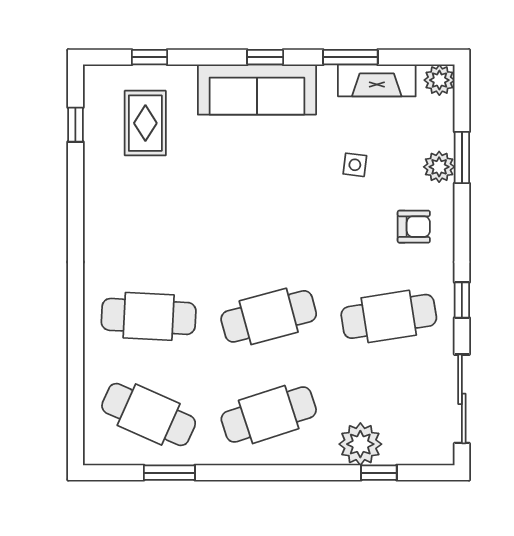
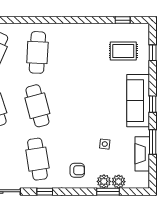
plant: (439, 80) -> (119, 182), moved
armchair: (414, 227) -> (77, 170), turned -90

